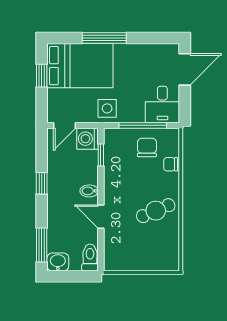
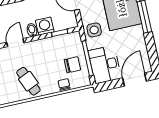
door: (185, 69) -> (135, 80), swing flipped
desk: (162, 104) -> (105, 65), width x1.37
washing machine: (88, 139) -> (45, 26), moved

